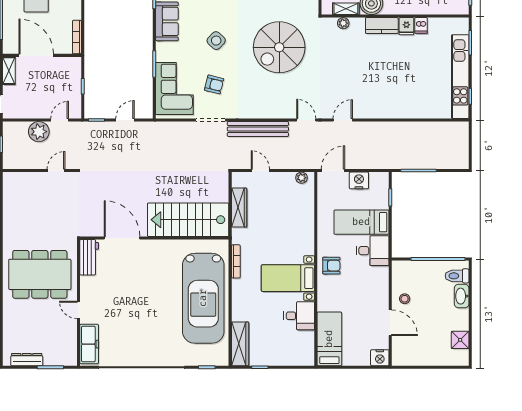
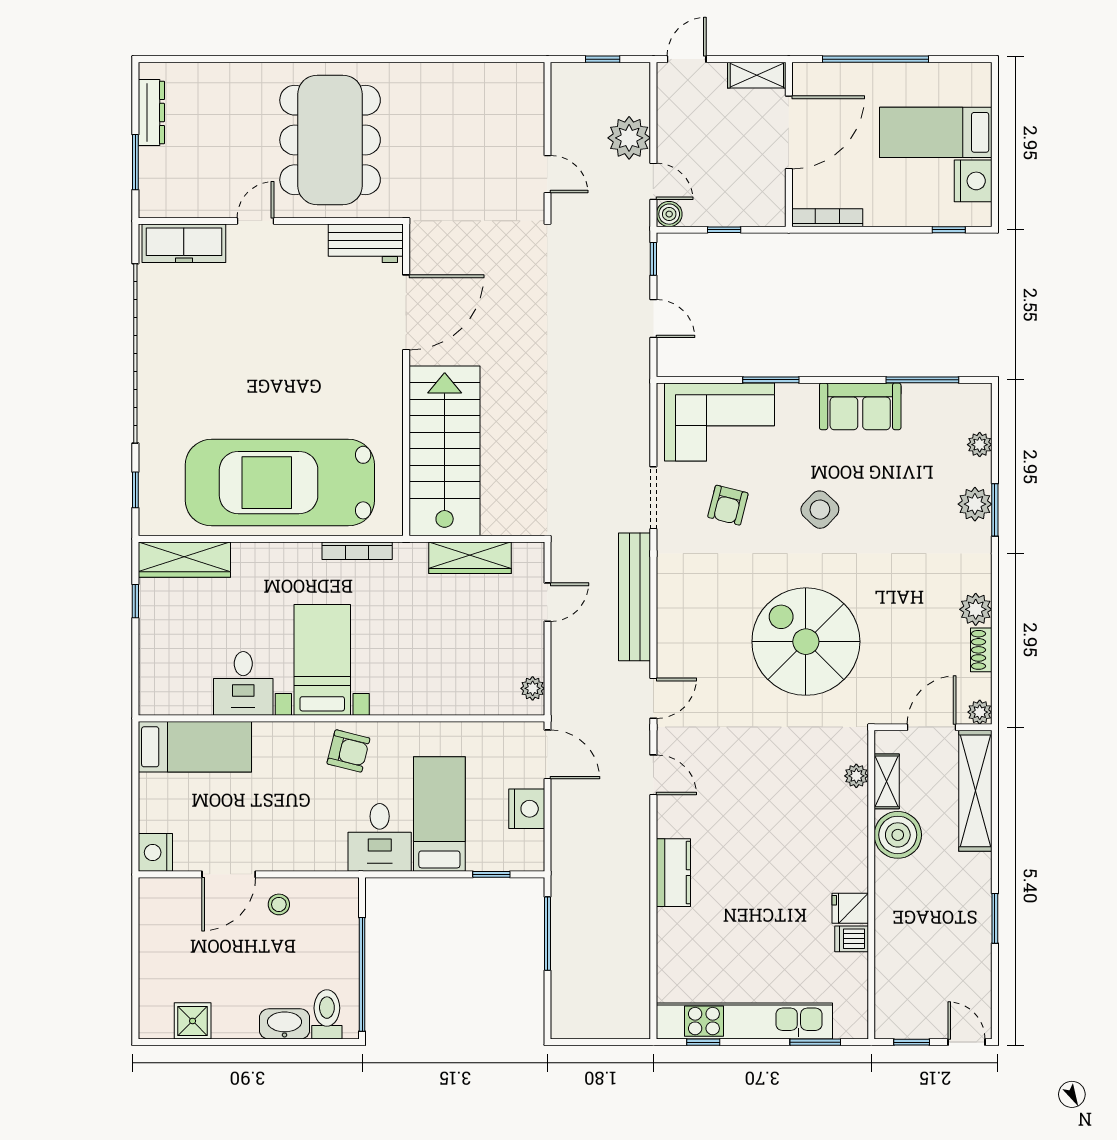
kitchen counter: (382, 26) -> (673, 873), moved, turned 180
boiler: (75, 113) -> (669, 214), added
armchair: (331, 266) -> (348, 751), turned -76

